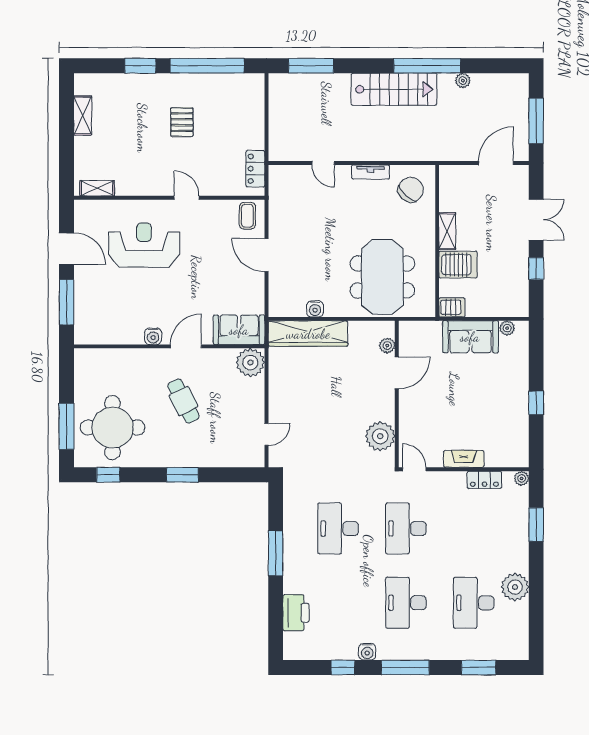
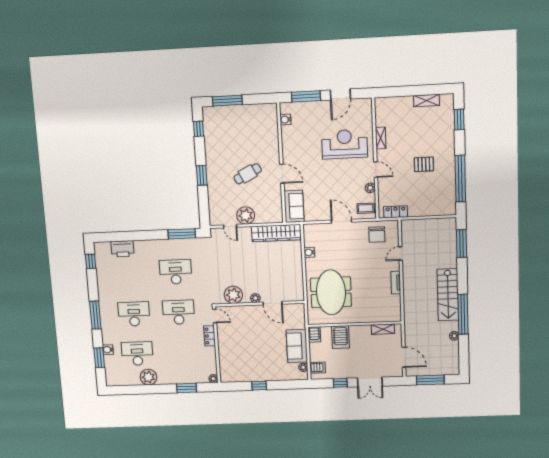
window: (140, 66) -> (459, 120), moved
shelving: (97, 188) -> (381, 138), moved
chair: (411, 190) -> (377, 235), moved, turned 48
door: (187, 198) -> (376, 170), hinge flipped
plant: (215, 207) -> (370, 188), added
shelving: (447, 231) -> (383, 329), moved
reception desk: (144, 245) -> (345, 144), turned -90
door: (266, 255) -> (341, 221), hinge flipped
meeting table: (382, 277) -> (331, 292), turned 90
server rack: (508, 304) -> (318, 368), added
wardrobe: (308, 334) -> (276, 233), moved, turned -90
water cooler: (153, 336) -> (285, 120), moved
plant: (387, 346) -> (255, 298), moved
plant: (250, 363) -> (246, 216), moved
round table: (113, 428) -> (228, 130), removed
fireplace: (464, 459) -> (223, 345), removed
door: (414, 469) -> (215, 316), hinge flipped
locker: (484, 480) -> (210, 336), moved
window: (276, 553) -> (182, 234), moved
water cooler: (367, 652) -> (108, 350), moved
window: (343, 667) -> (91, 261), moved

